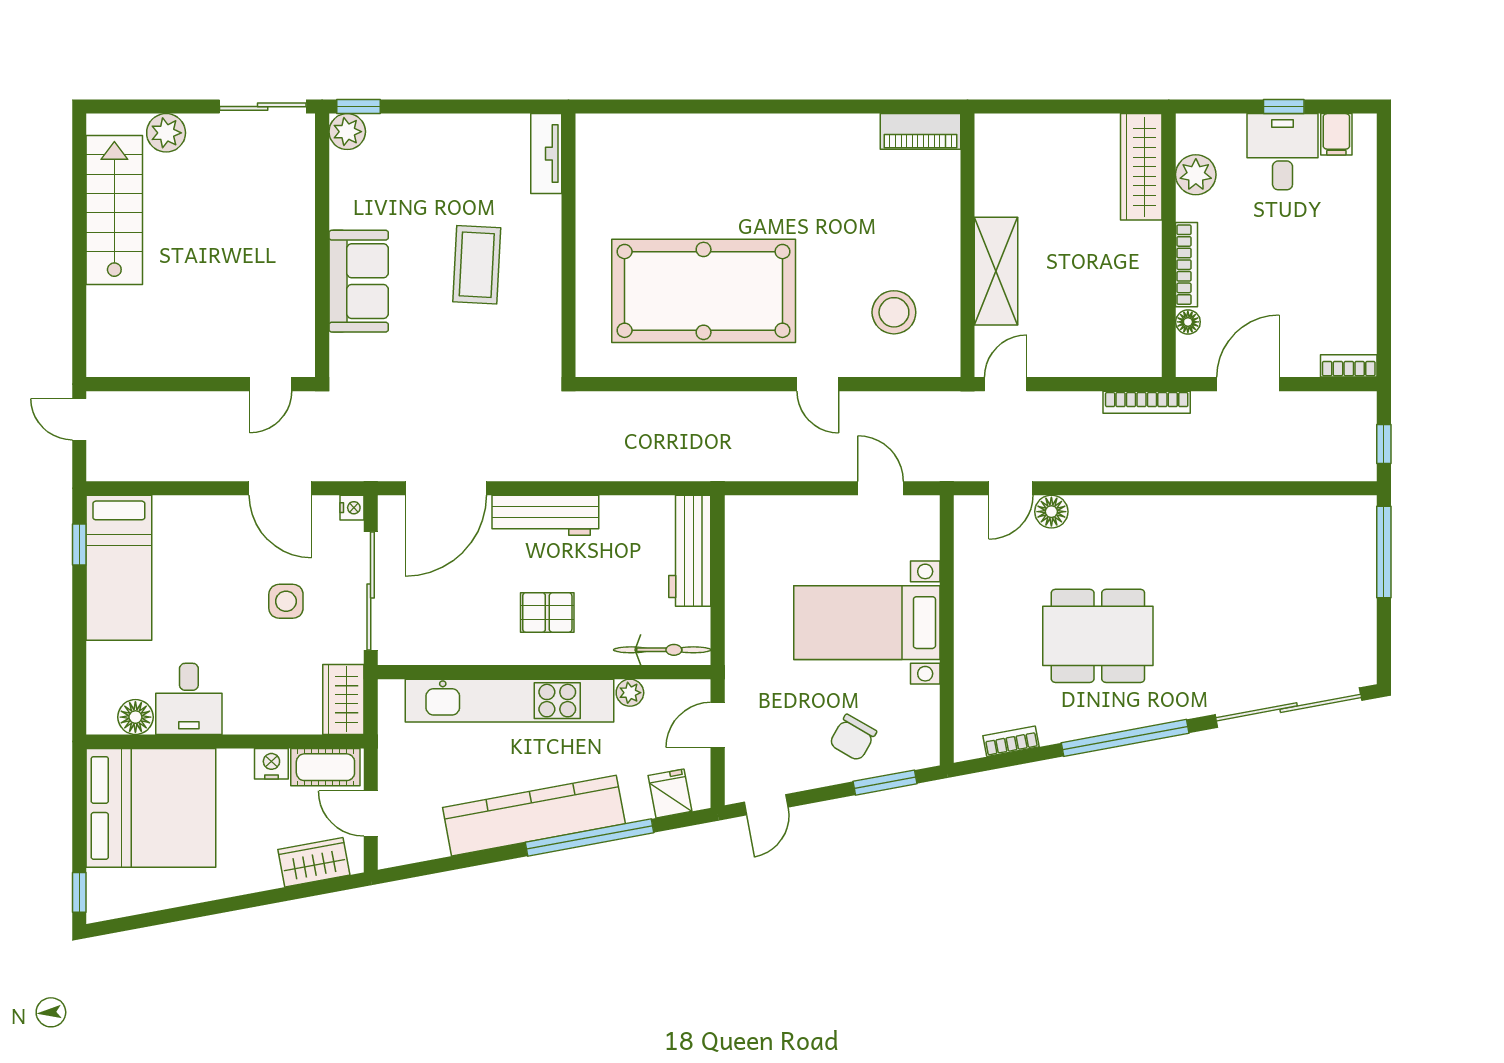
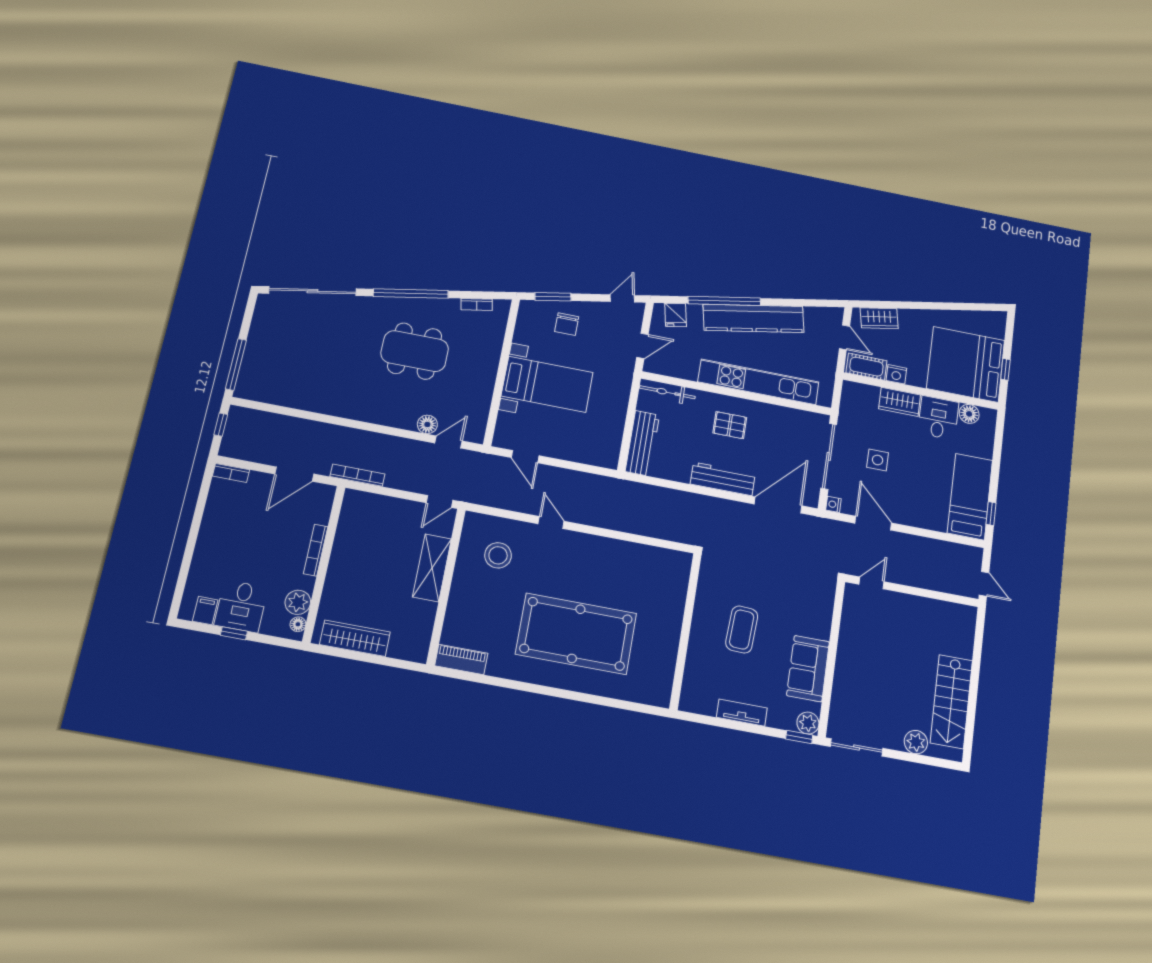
tv unit: (546, 154) -> (742, 713), moved, turned -90
wardrobe: (1141, 167) -> (355, 638), moved, turned -90
sofa: (359, 281) -> (808, 669), moved
pool table: (704, 291) -> (576, 634), moved
floor lamp: (1188, 322) -> (298, 624), moved
plant: (630, 693) -> (689, 373), removed
wardrobe: (343, 699) -> (900, 402), moved, turned 90
chair: (853, 738) -> (567, 324), turned 150
window: (79, 892) -> (1005, 369), moved

